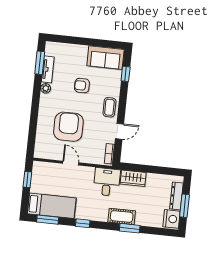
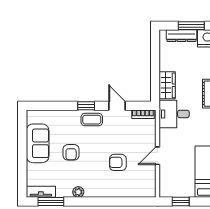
sofa: (105, 58) -> (38, 143), moved
tv unit: (48, 69) -> (41, 192), moved
window: (126, 74) -> (86, 106), moved
armchair: (68, 127) -> (118, 162), width x0.53, depth x0.53

